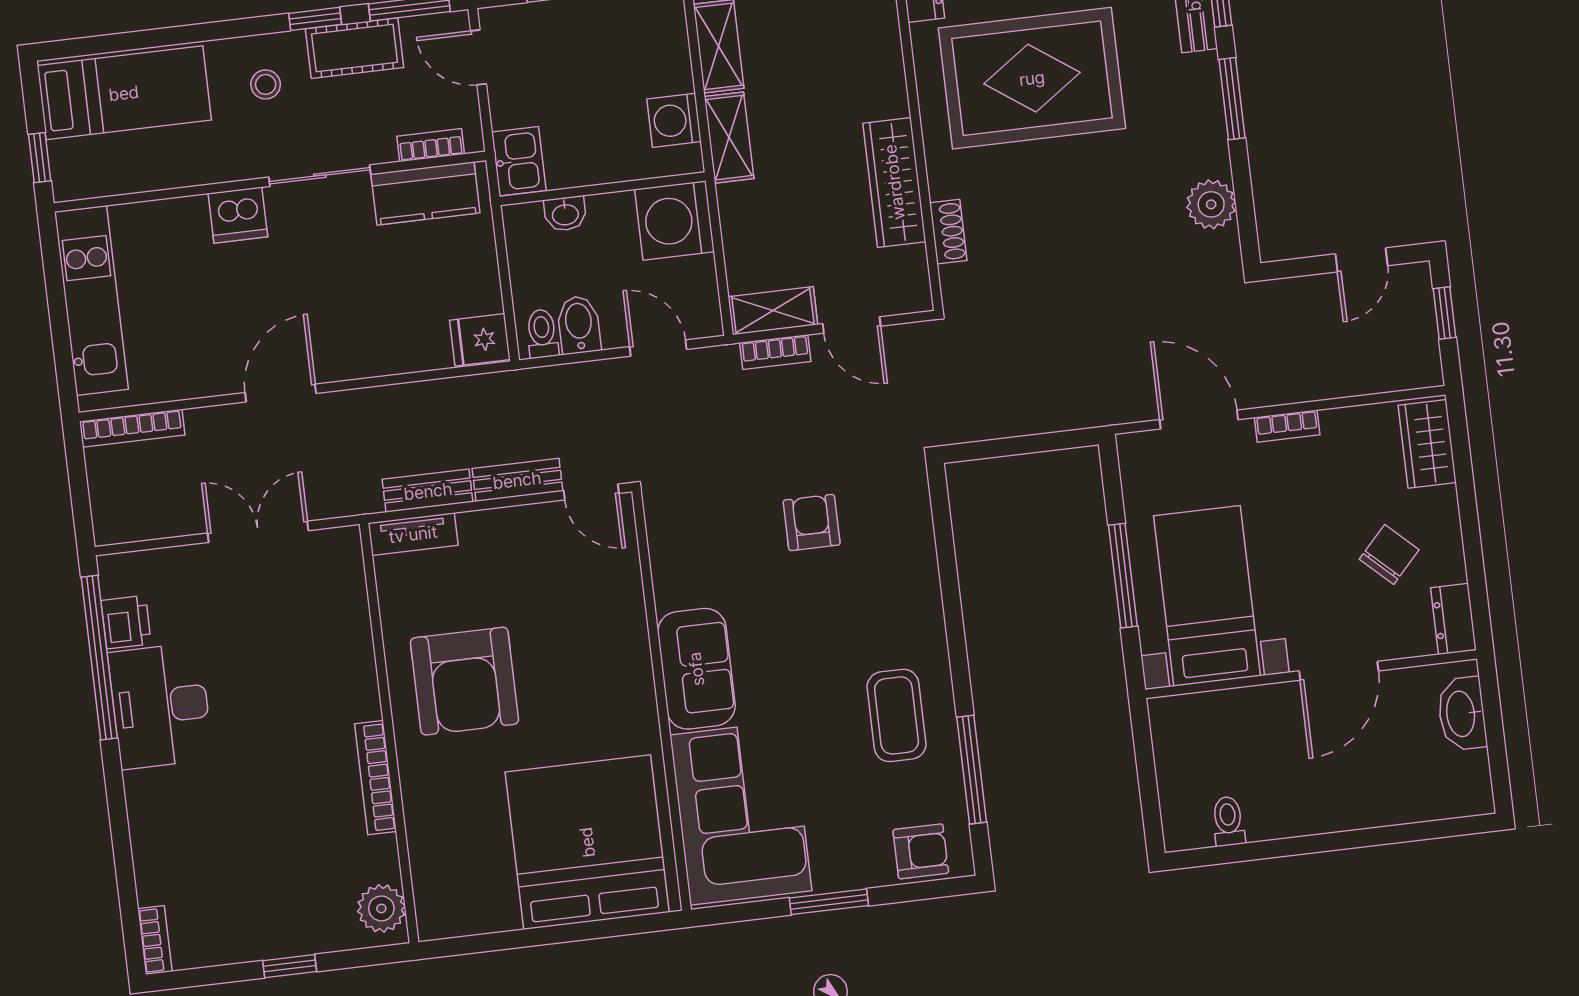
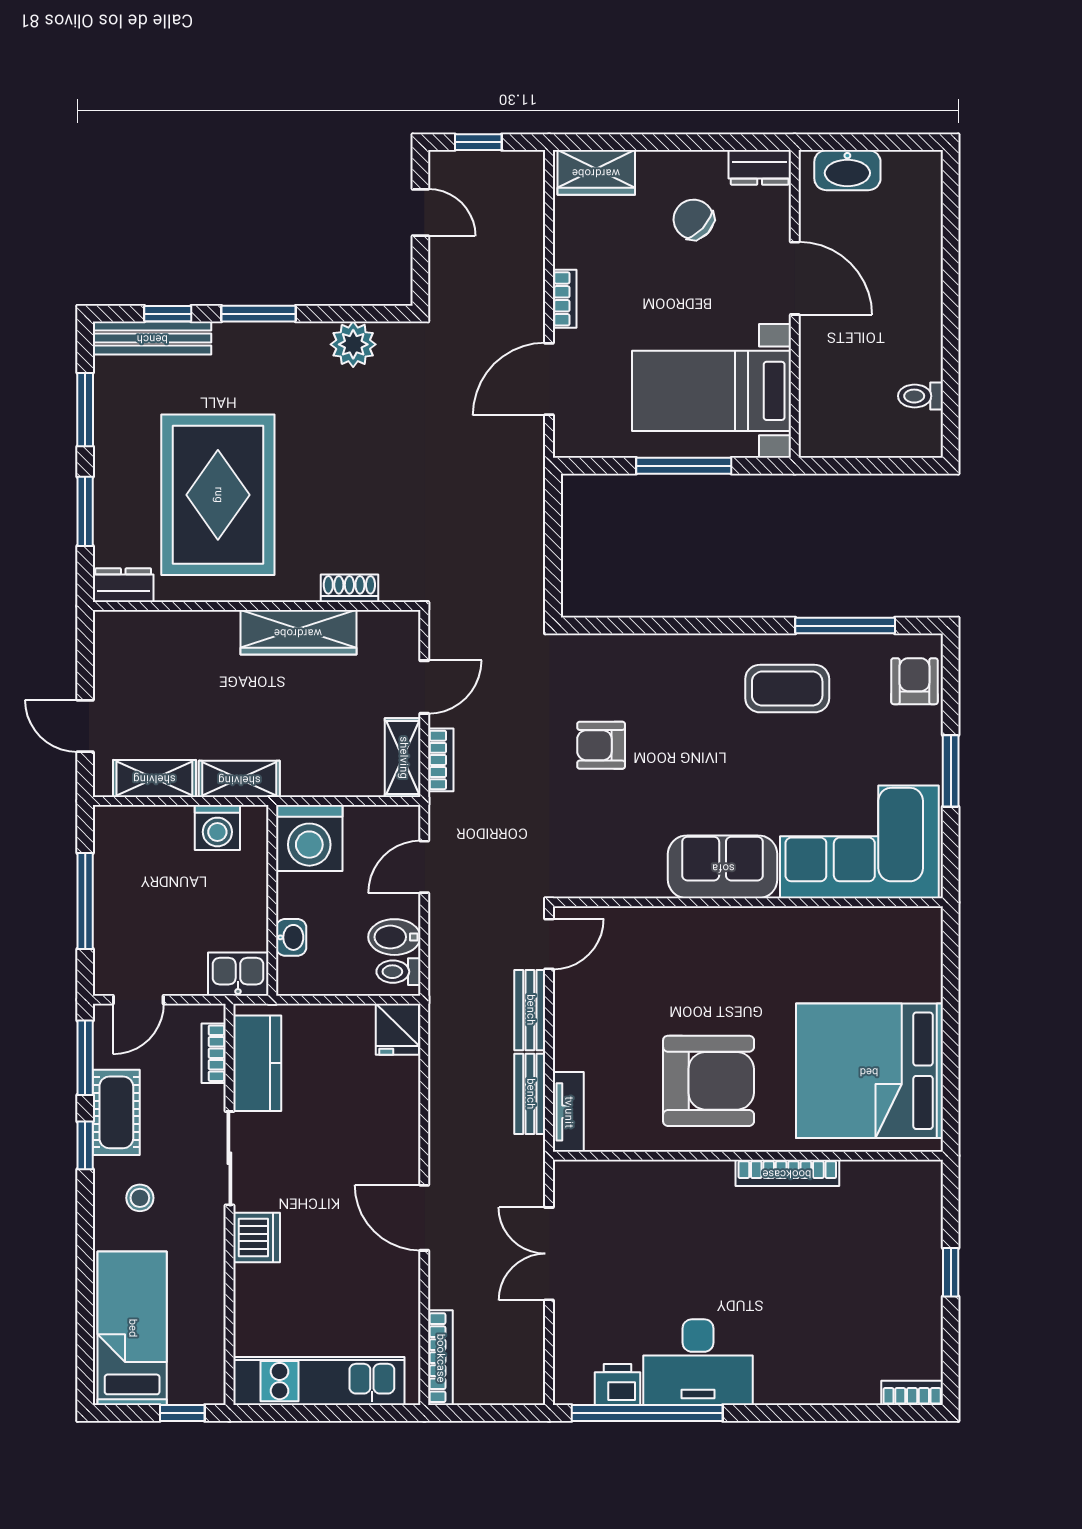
bed: (587, 842) -> (869, 1071), moved
plant: (381, 908) -> (908, 1182), removed

